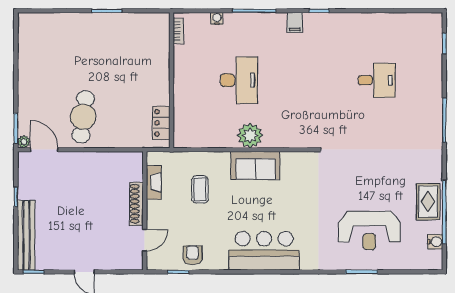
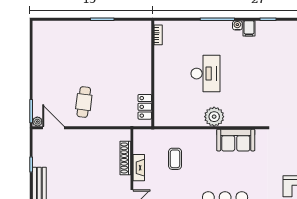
water cooler: (217, 19) -> (237, 25), moved
cafe table: (83, 117) -> (84, 102), width x0.73, depth x0.74
sofa: (255, 165) -> (236, 140), moved
fireplace: (154, 182) -> (139, 168), moved
shoe rack: (136, 204) -> (125, 158), moved

